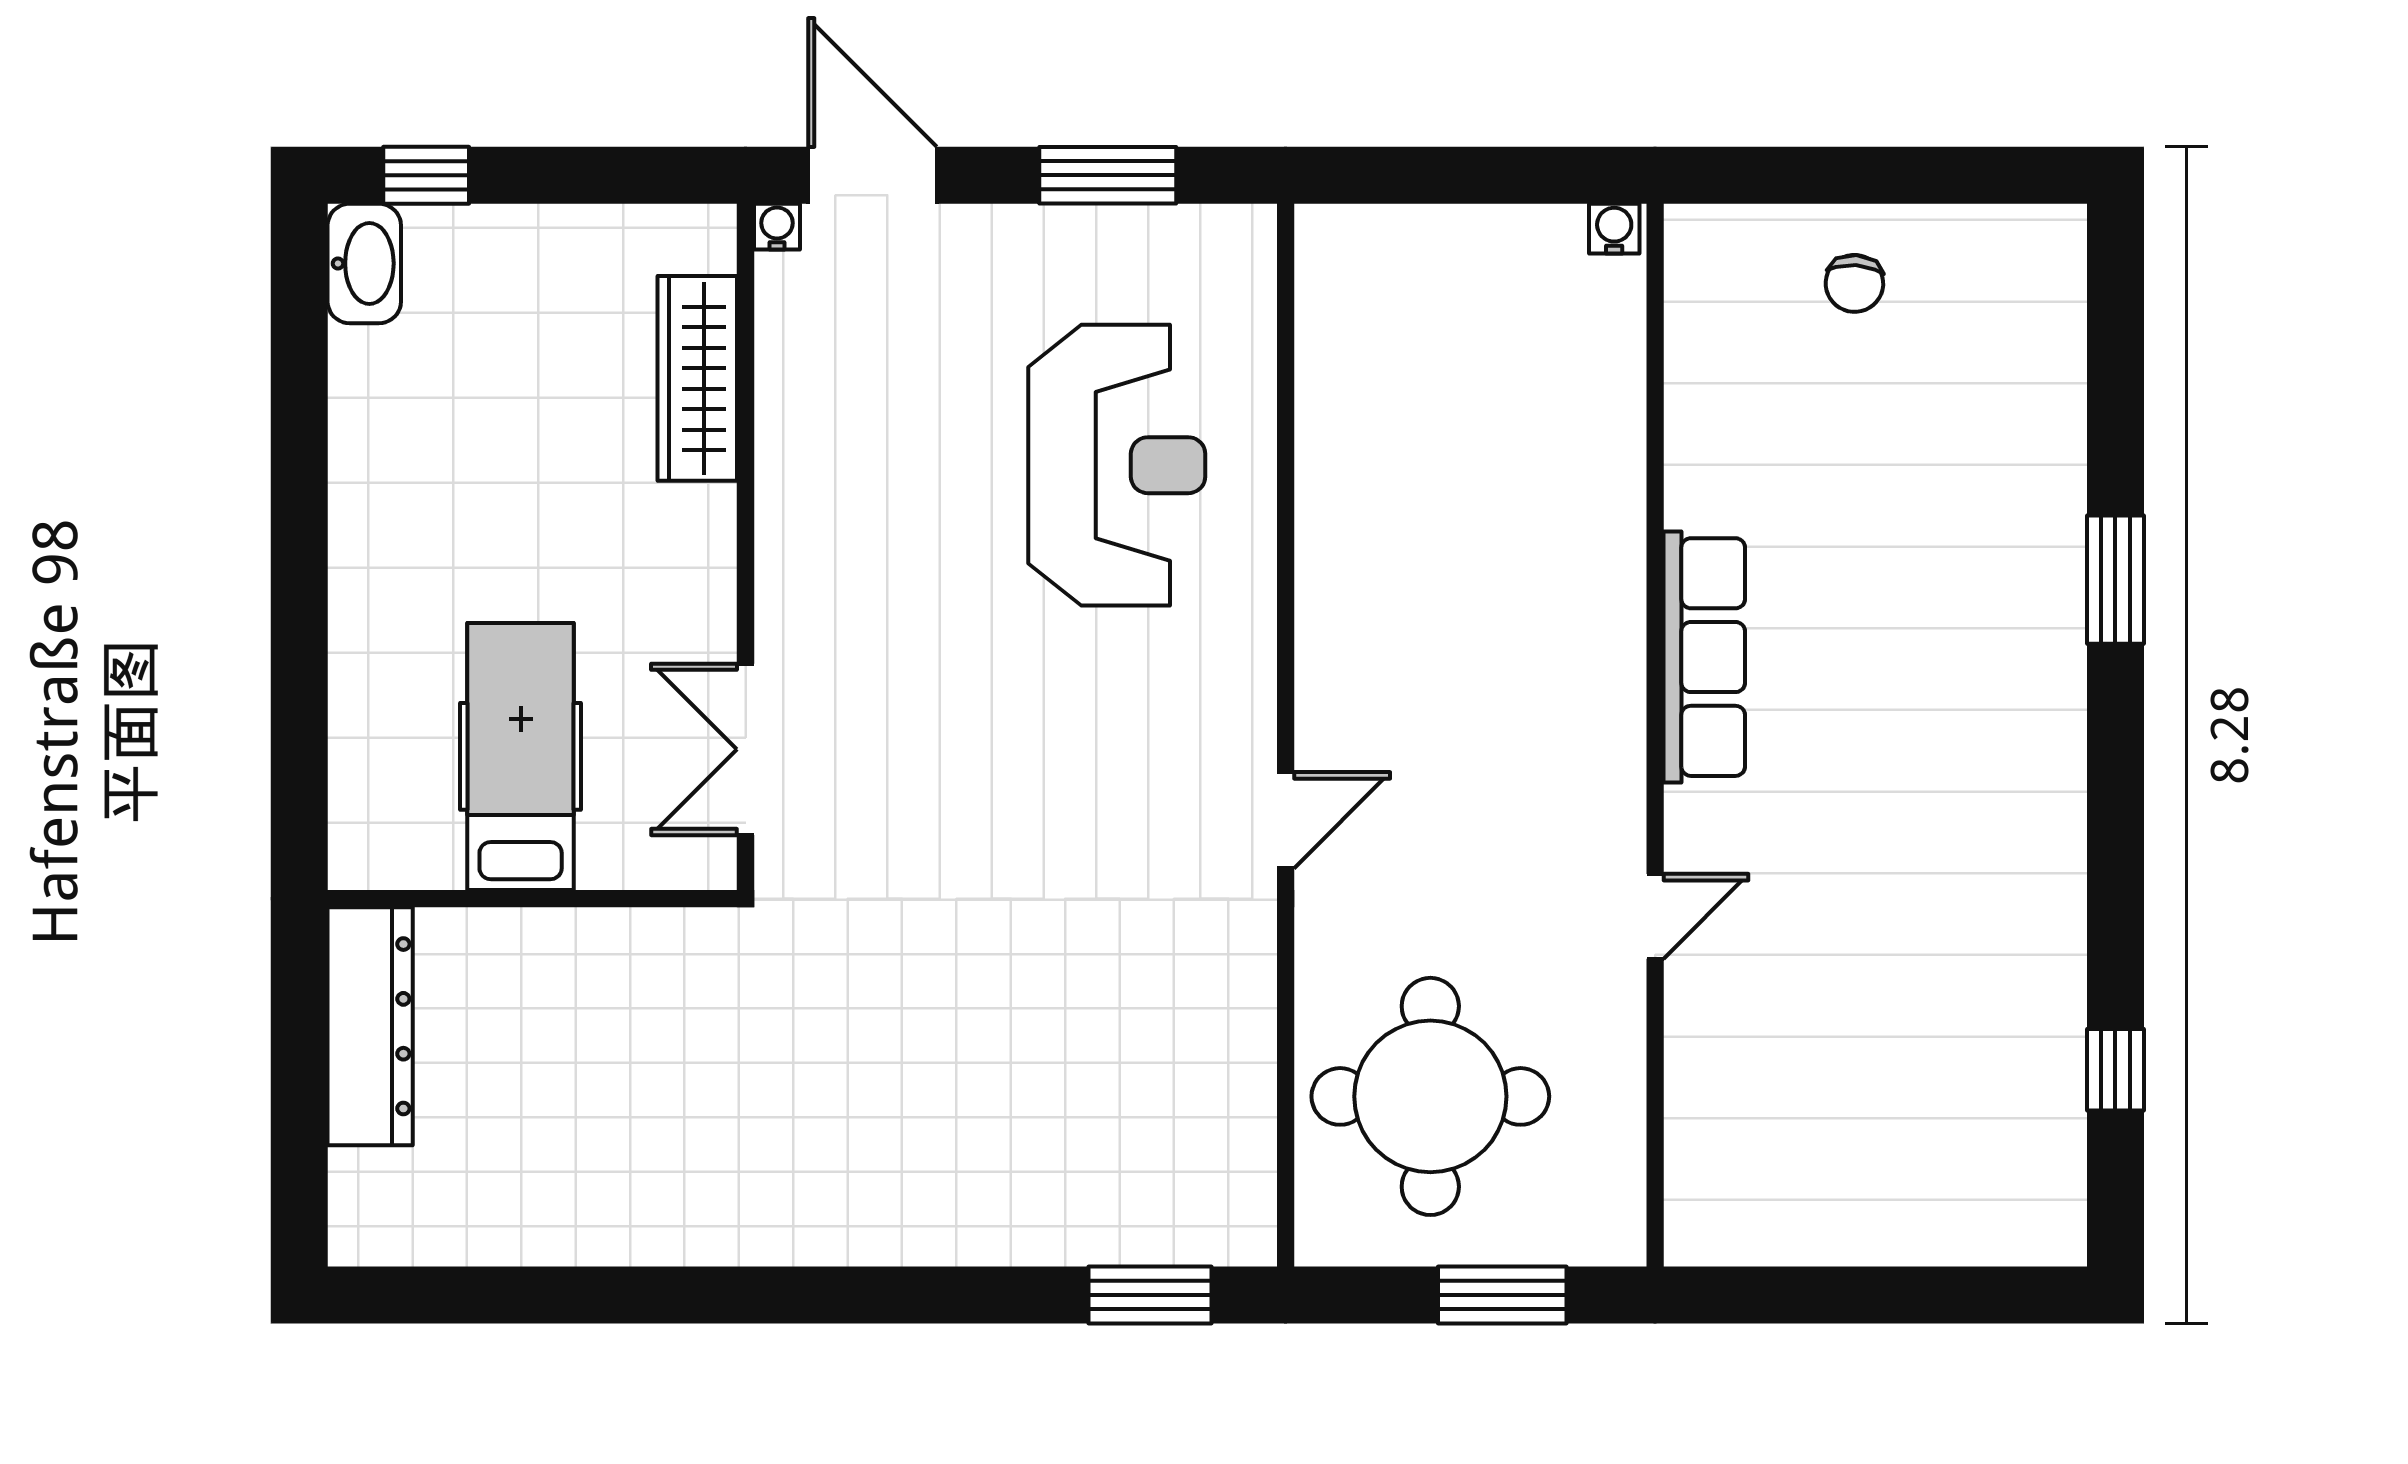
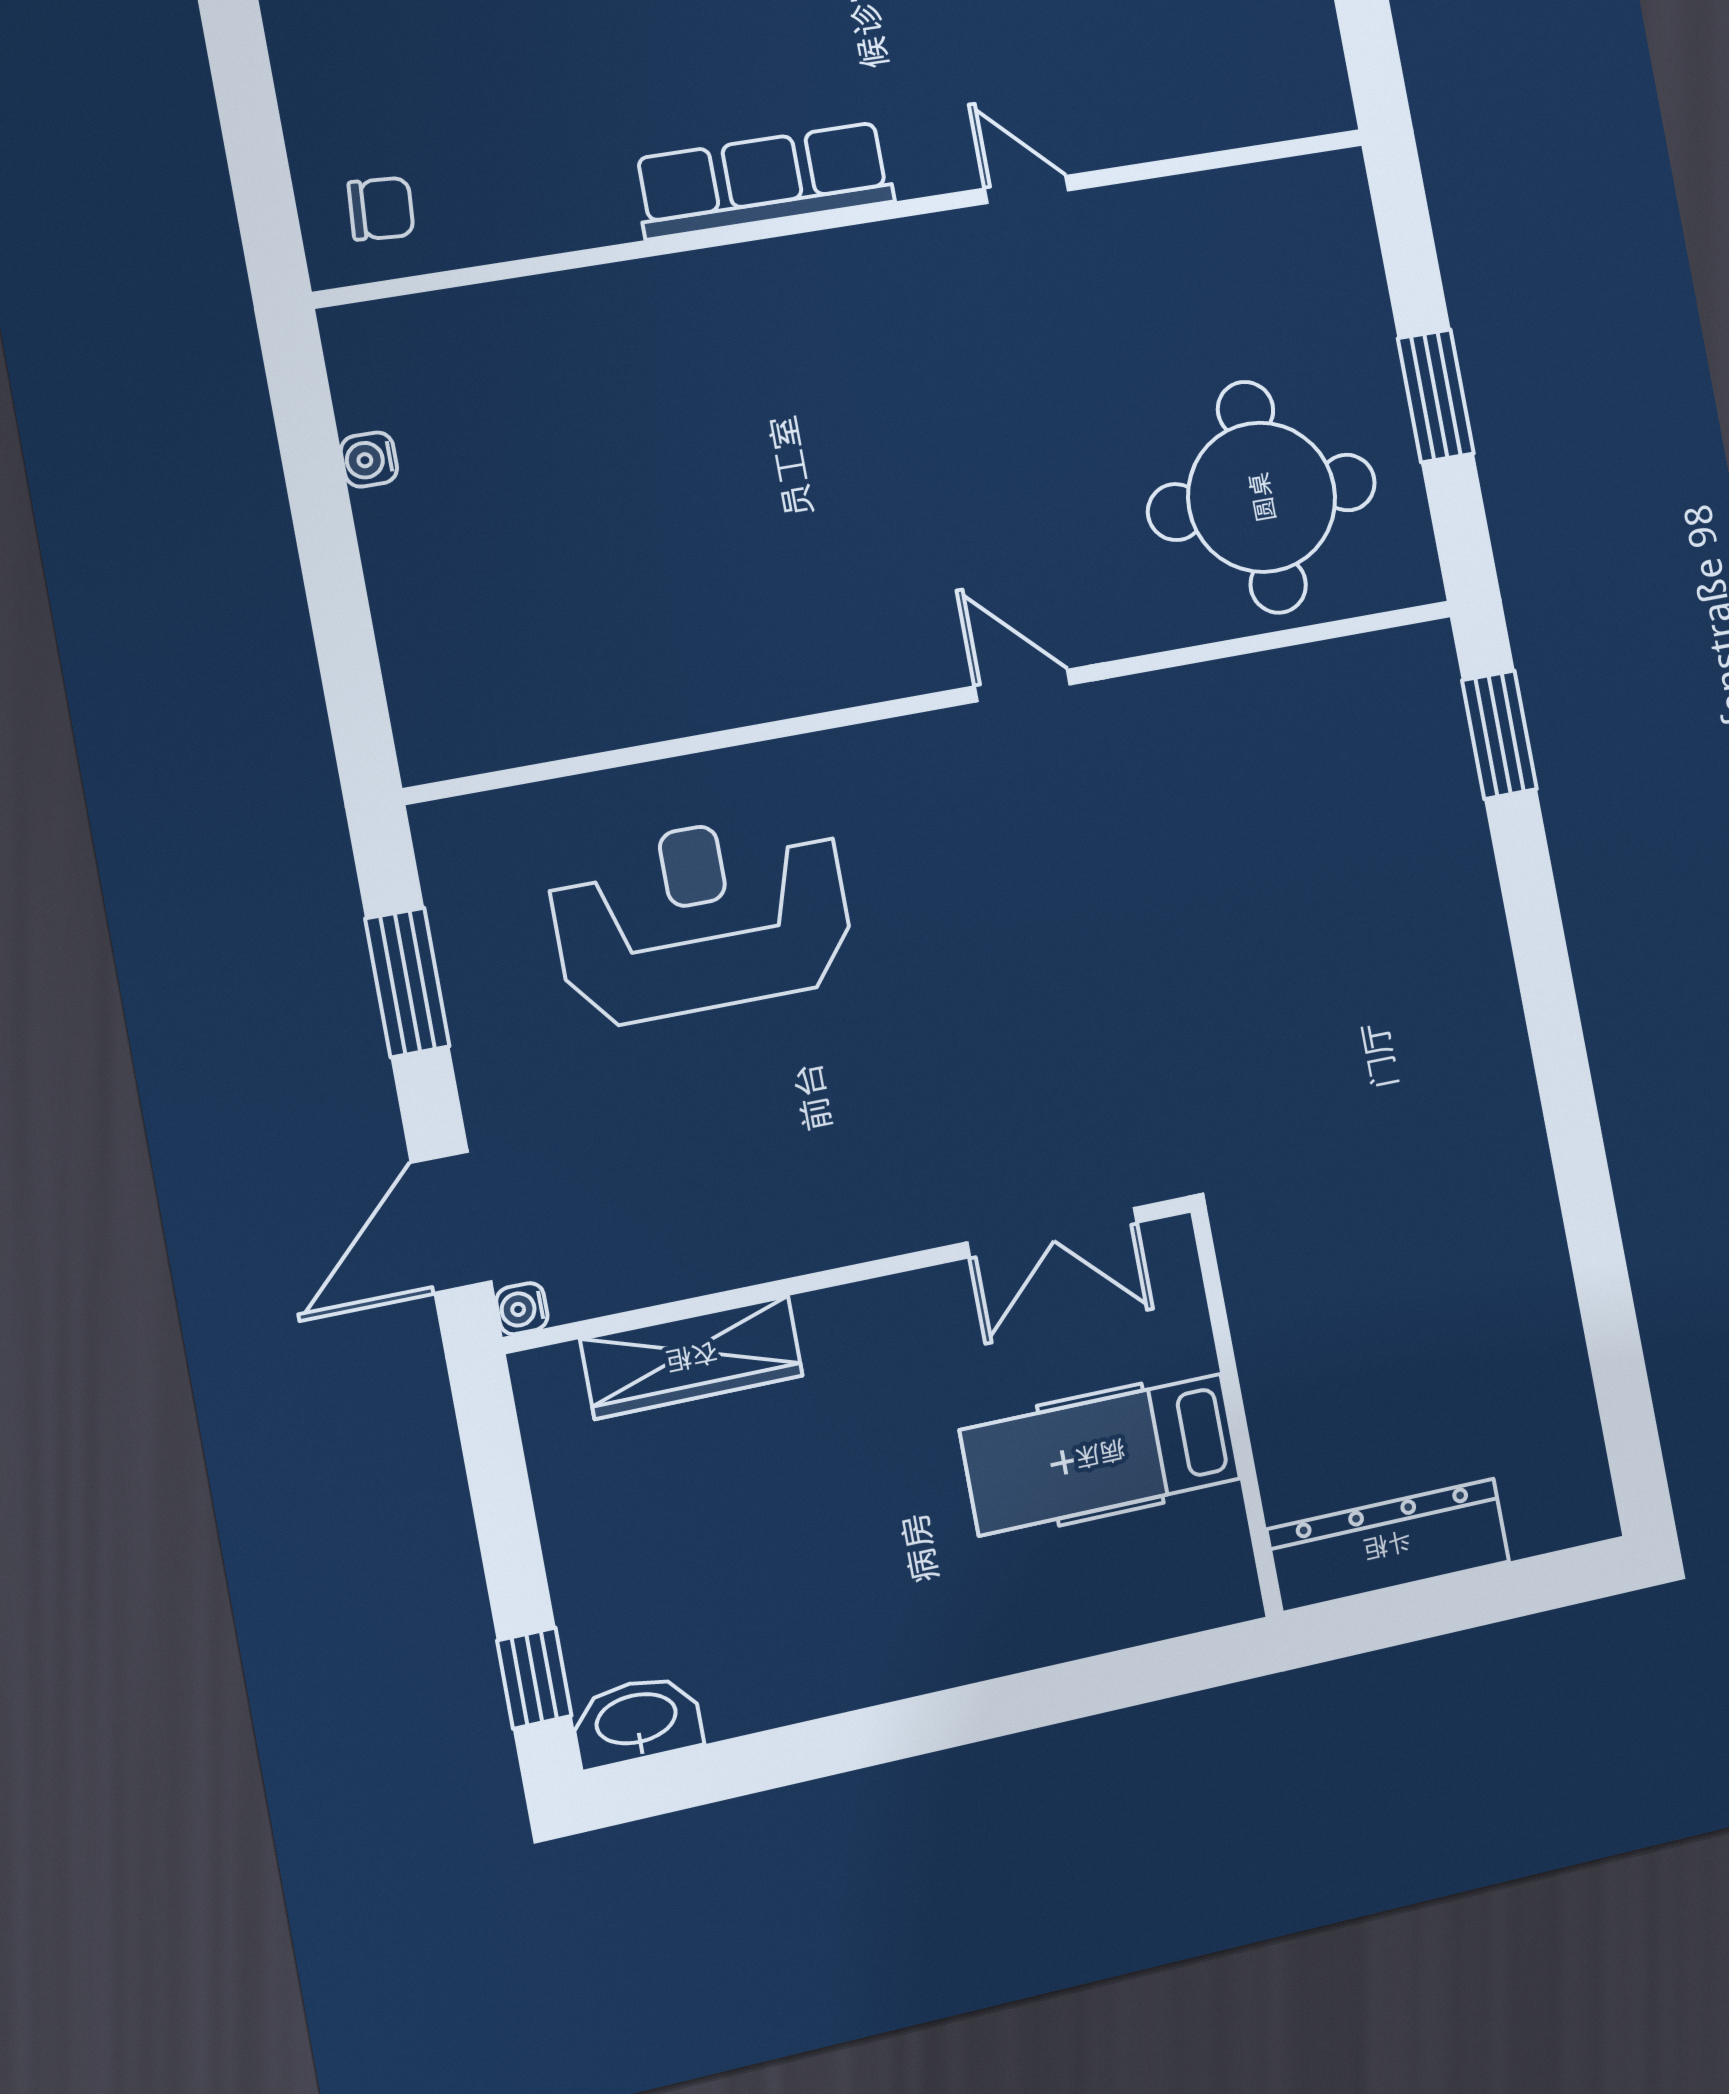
row of seats: (1704, 657) -> (764, 180), moved
wall: (1655, 735) -> (850, 217), moved
door: (1655, 916) -> (1027, 189), moved

